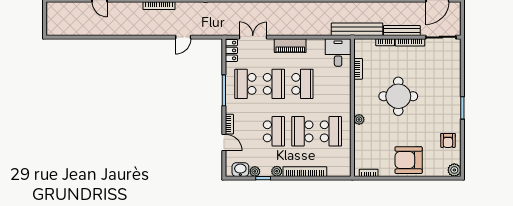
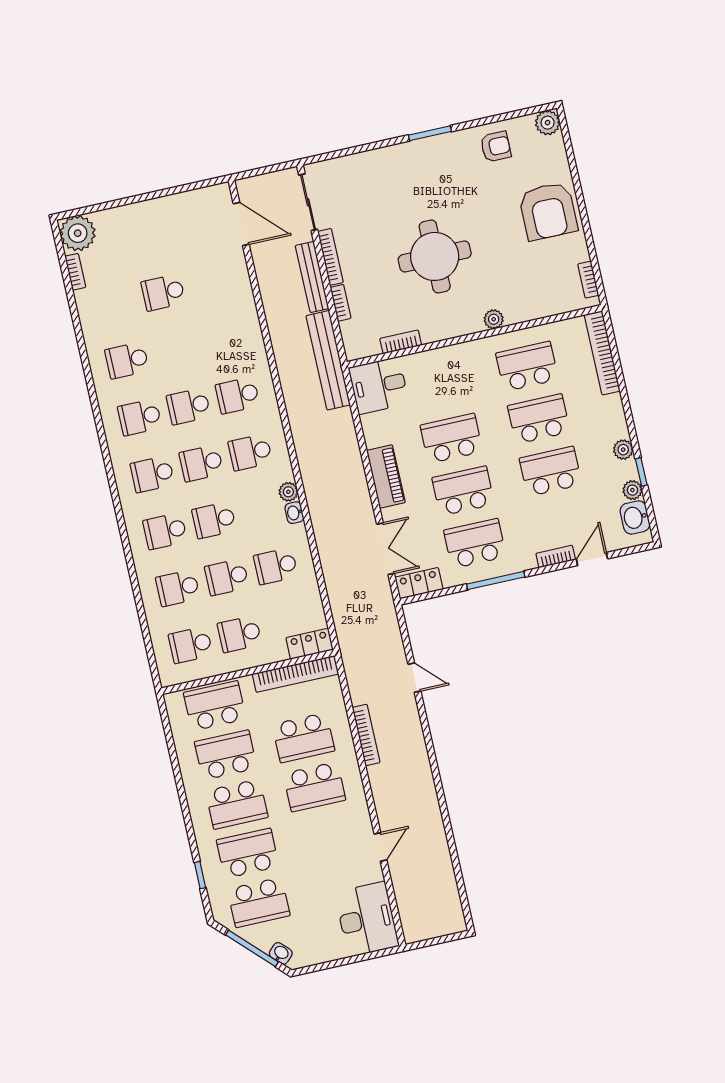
double door: (253, 37) -> (386, 549), swing flipped
school desk: (245, 84) -> (475, 543), turned 180
school desk: (302, 131) -> (539, 419), turned 180
bookcase: (305, 172) -> (602, 353), moved

